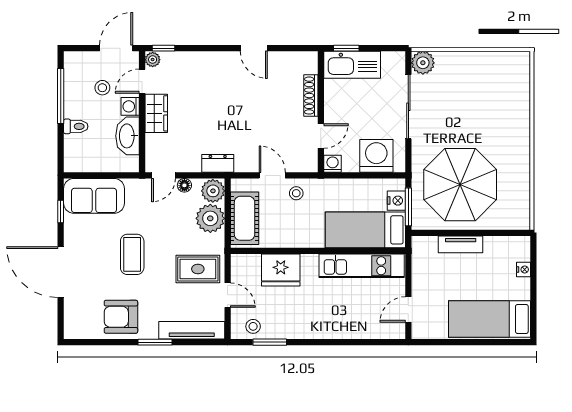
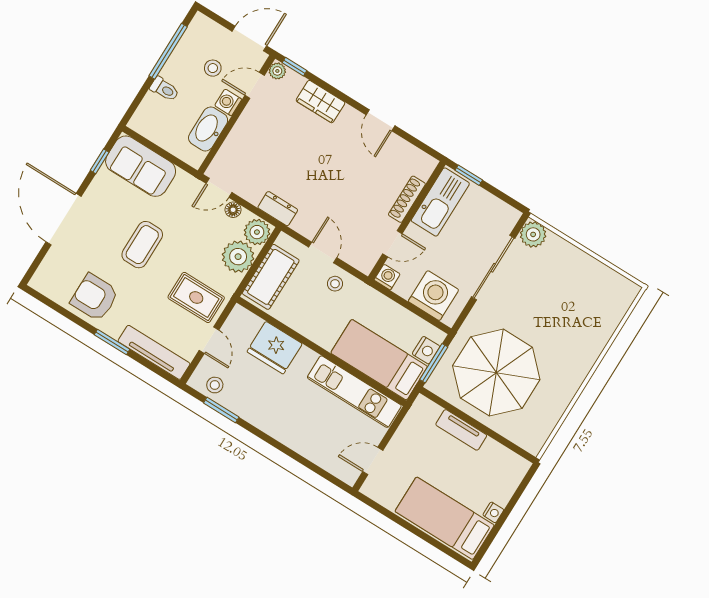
kitchen sink: (352, 65) -> (440, 202), moved, turned -90
wardrobe: (156, 113) -> (321, 102), moved, turned 90
nightstand: (524, 269) -> (493, 512), moved

